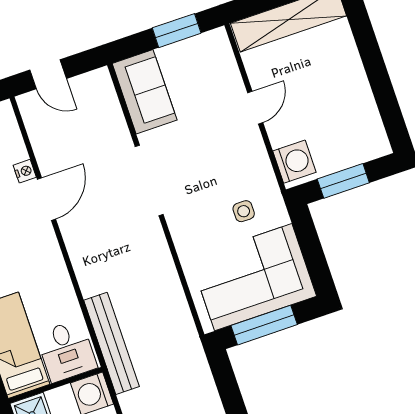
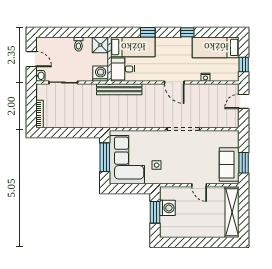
sofa: (145, 92) -> (229, 165), moved, turned 90
washing machine: (294, 162) -> (167, 208), moved, turned -90
door: (47, 199) -> (174, 82), moved

